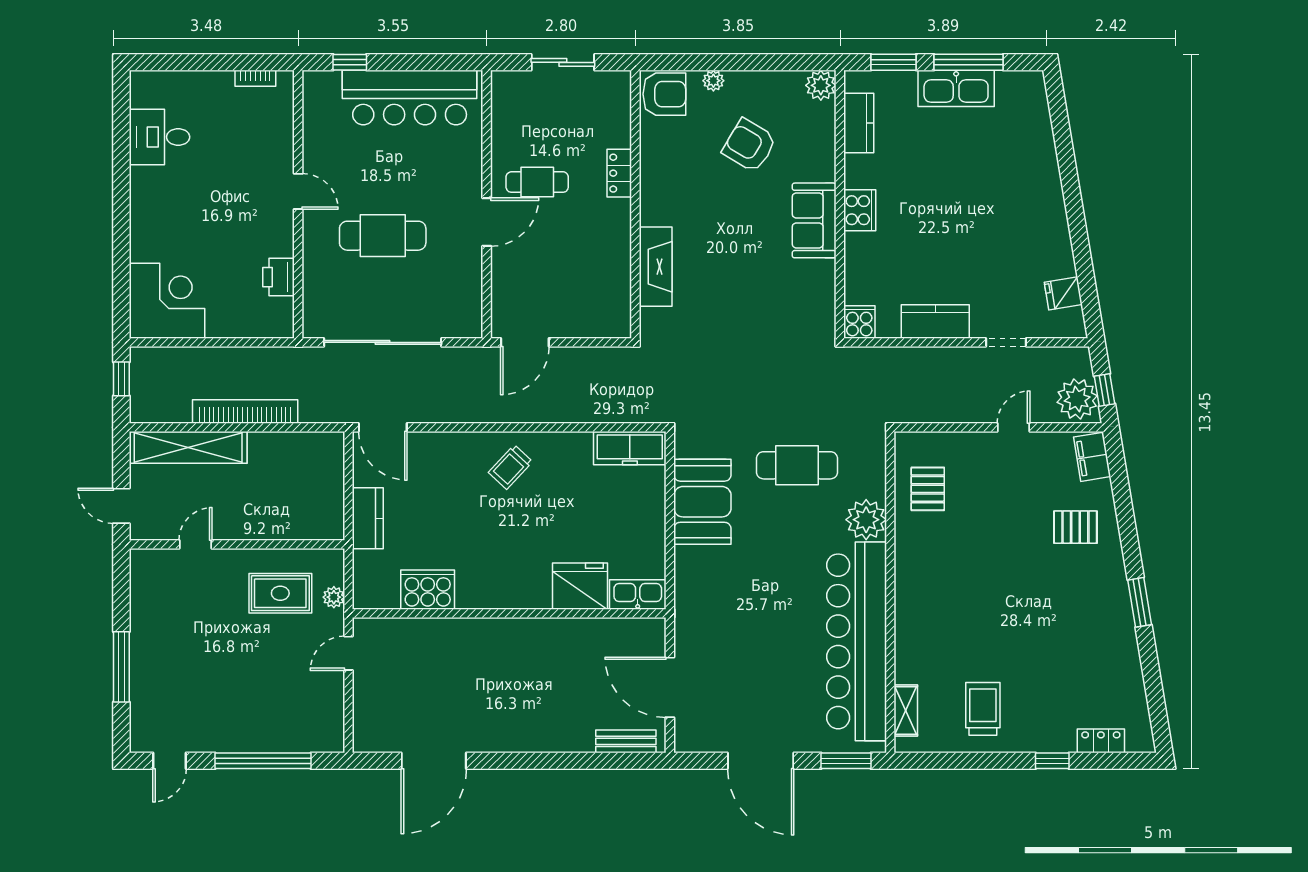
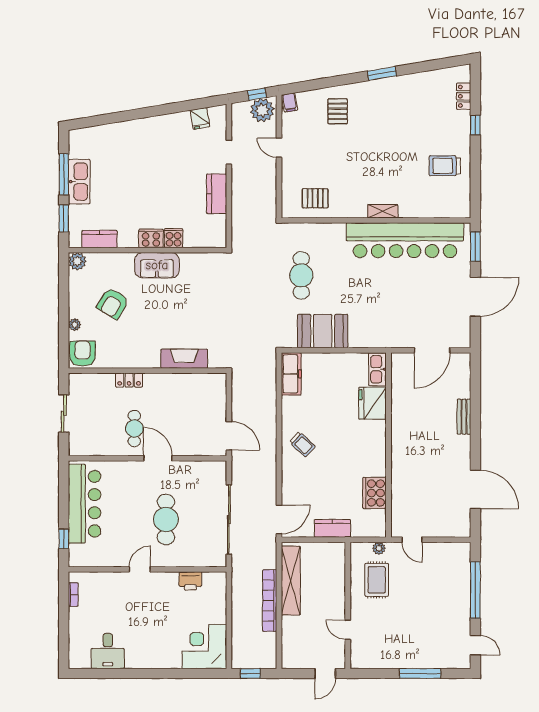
cooker: (859, 322) -> (173, 238), moved, turned 90
shelving: (188, 447) -> (291, 580), moved
filing cabinet: (1092, 457) -> (290, 103), width x0.50
plant: (866, 520) -> (333, 235), removed
shelving: (906, 710) -> (383, 211), moved
bench: (626, 741) -> (464, 417), moved

